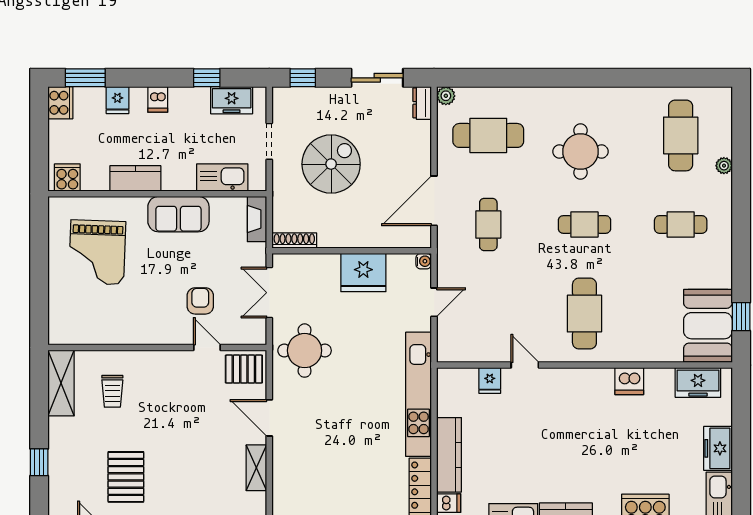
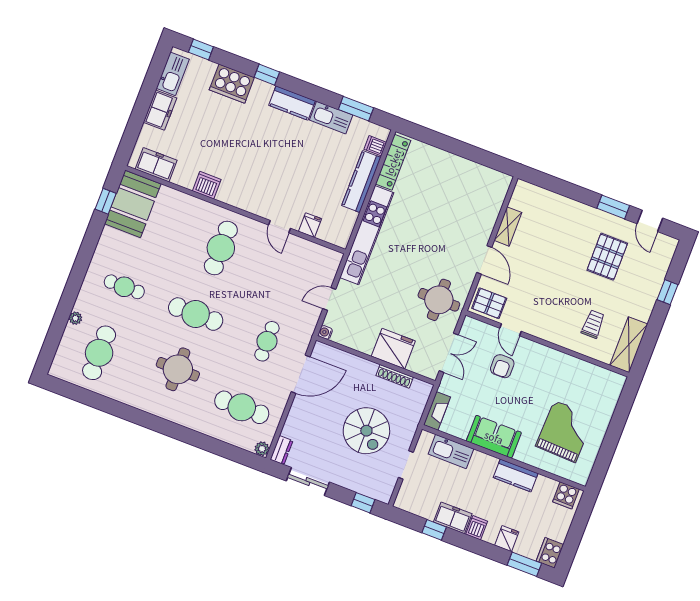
freezer: (232, 100) -> (453, 518), moved
spiral stairs: (331, 164) -> (366, 431), turned -90
cafe table: (584, 224) -> (196, 314), width x1.37, depth x1.35
shoe rack: (294, 241) -> (395, 376), moved
fridge: (363, 273) -> (393, 349), moved

